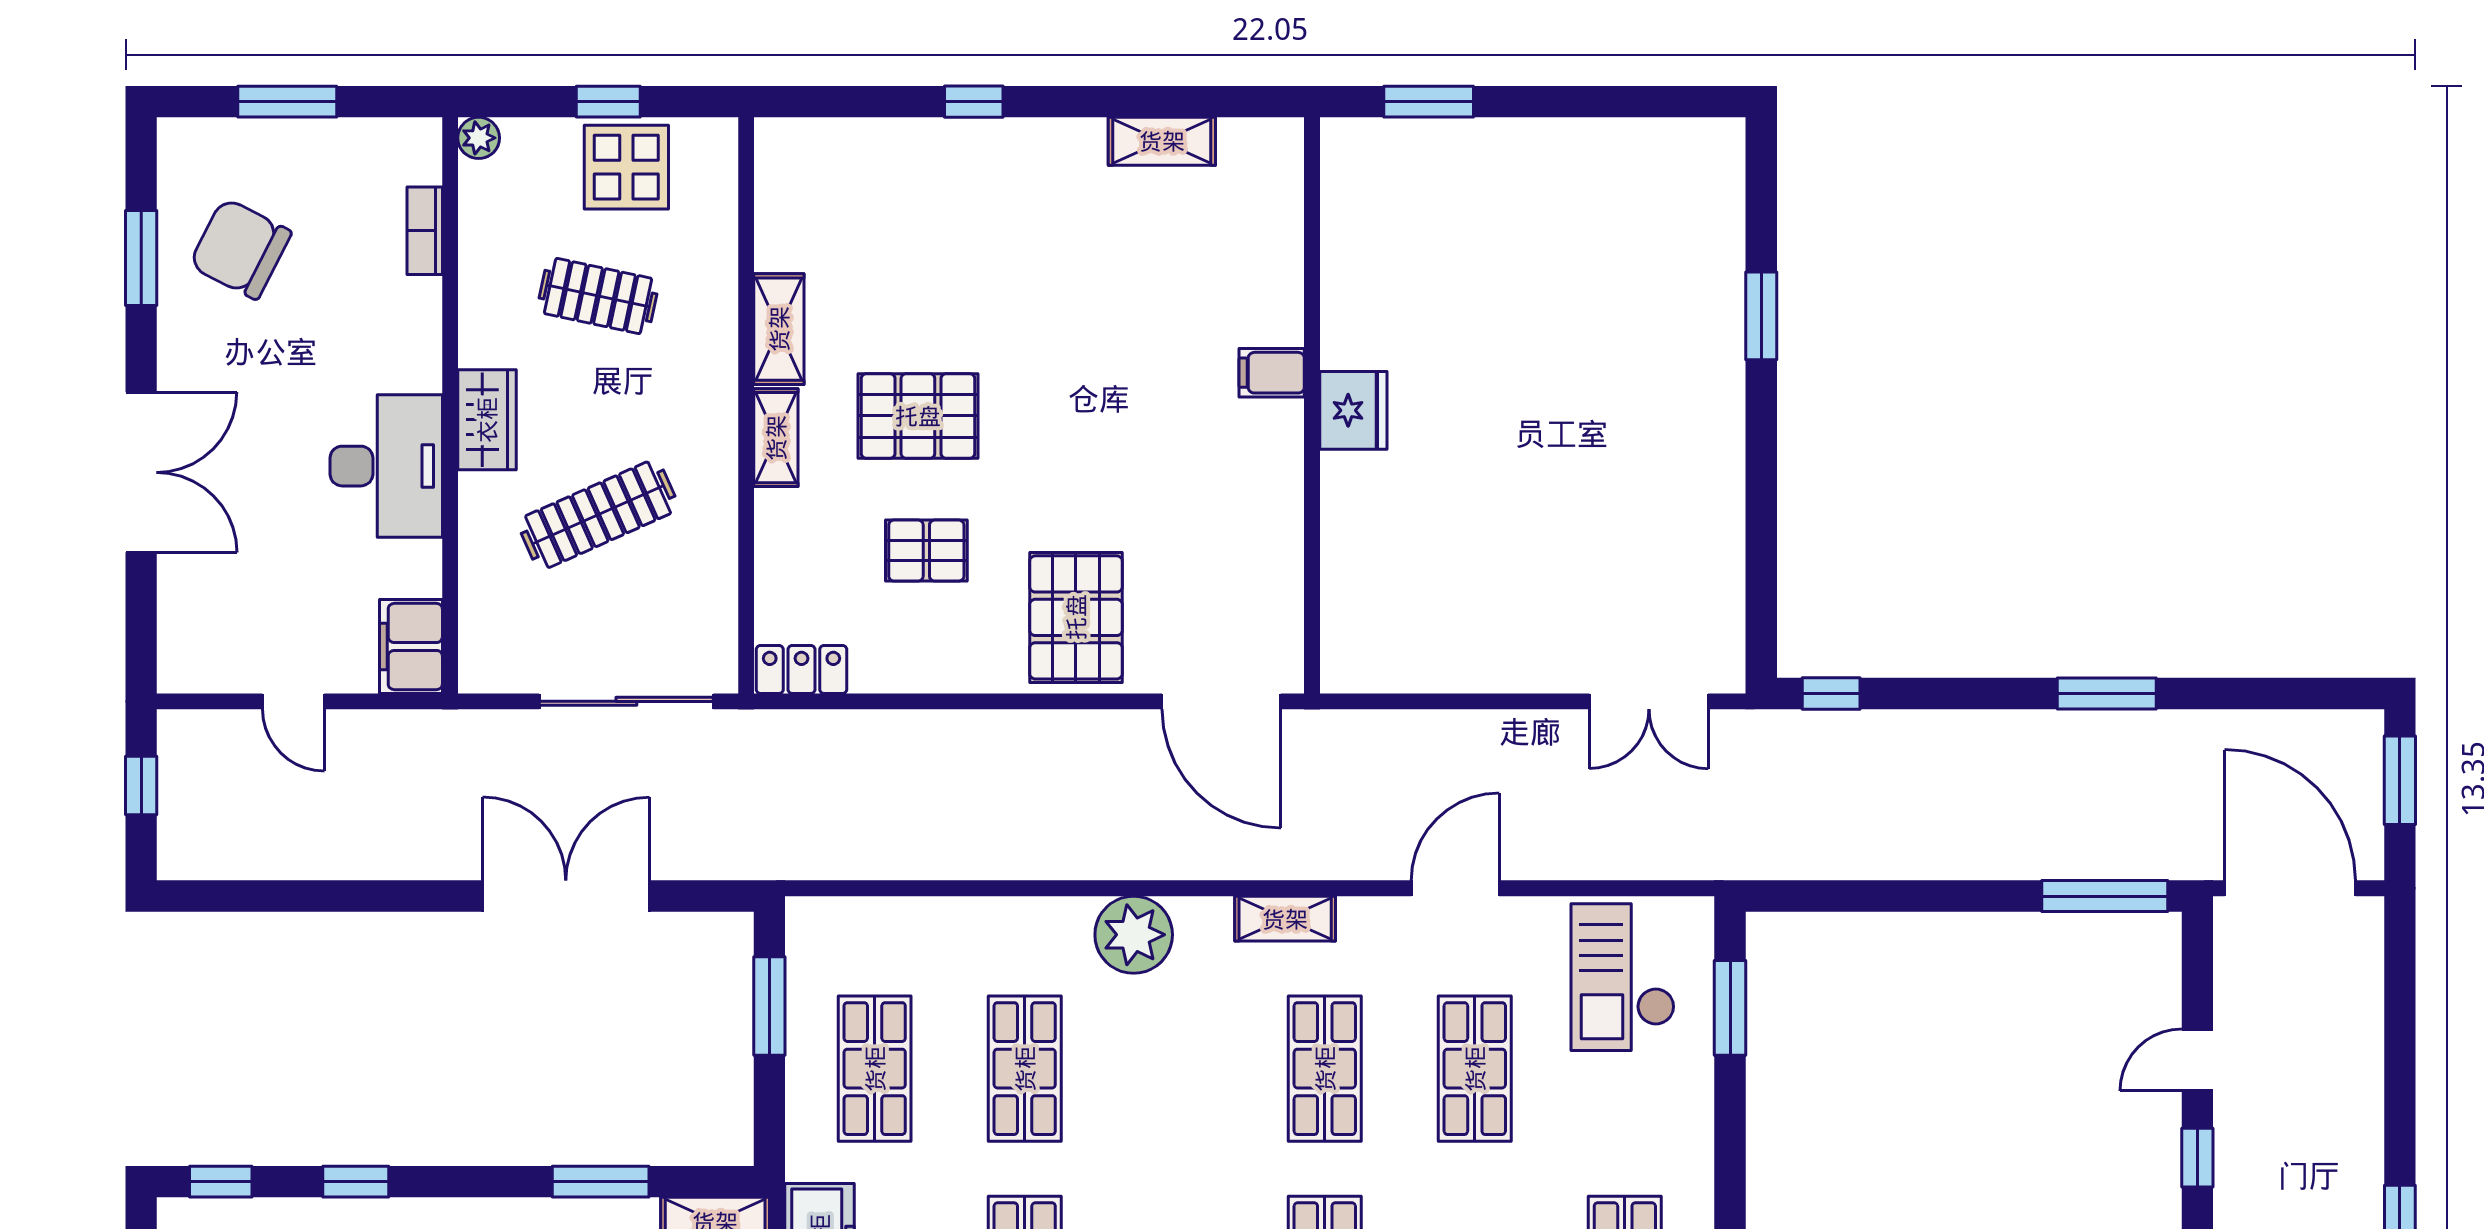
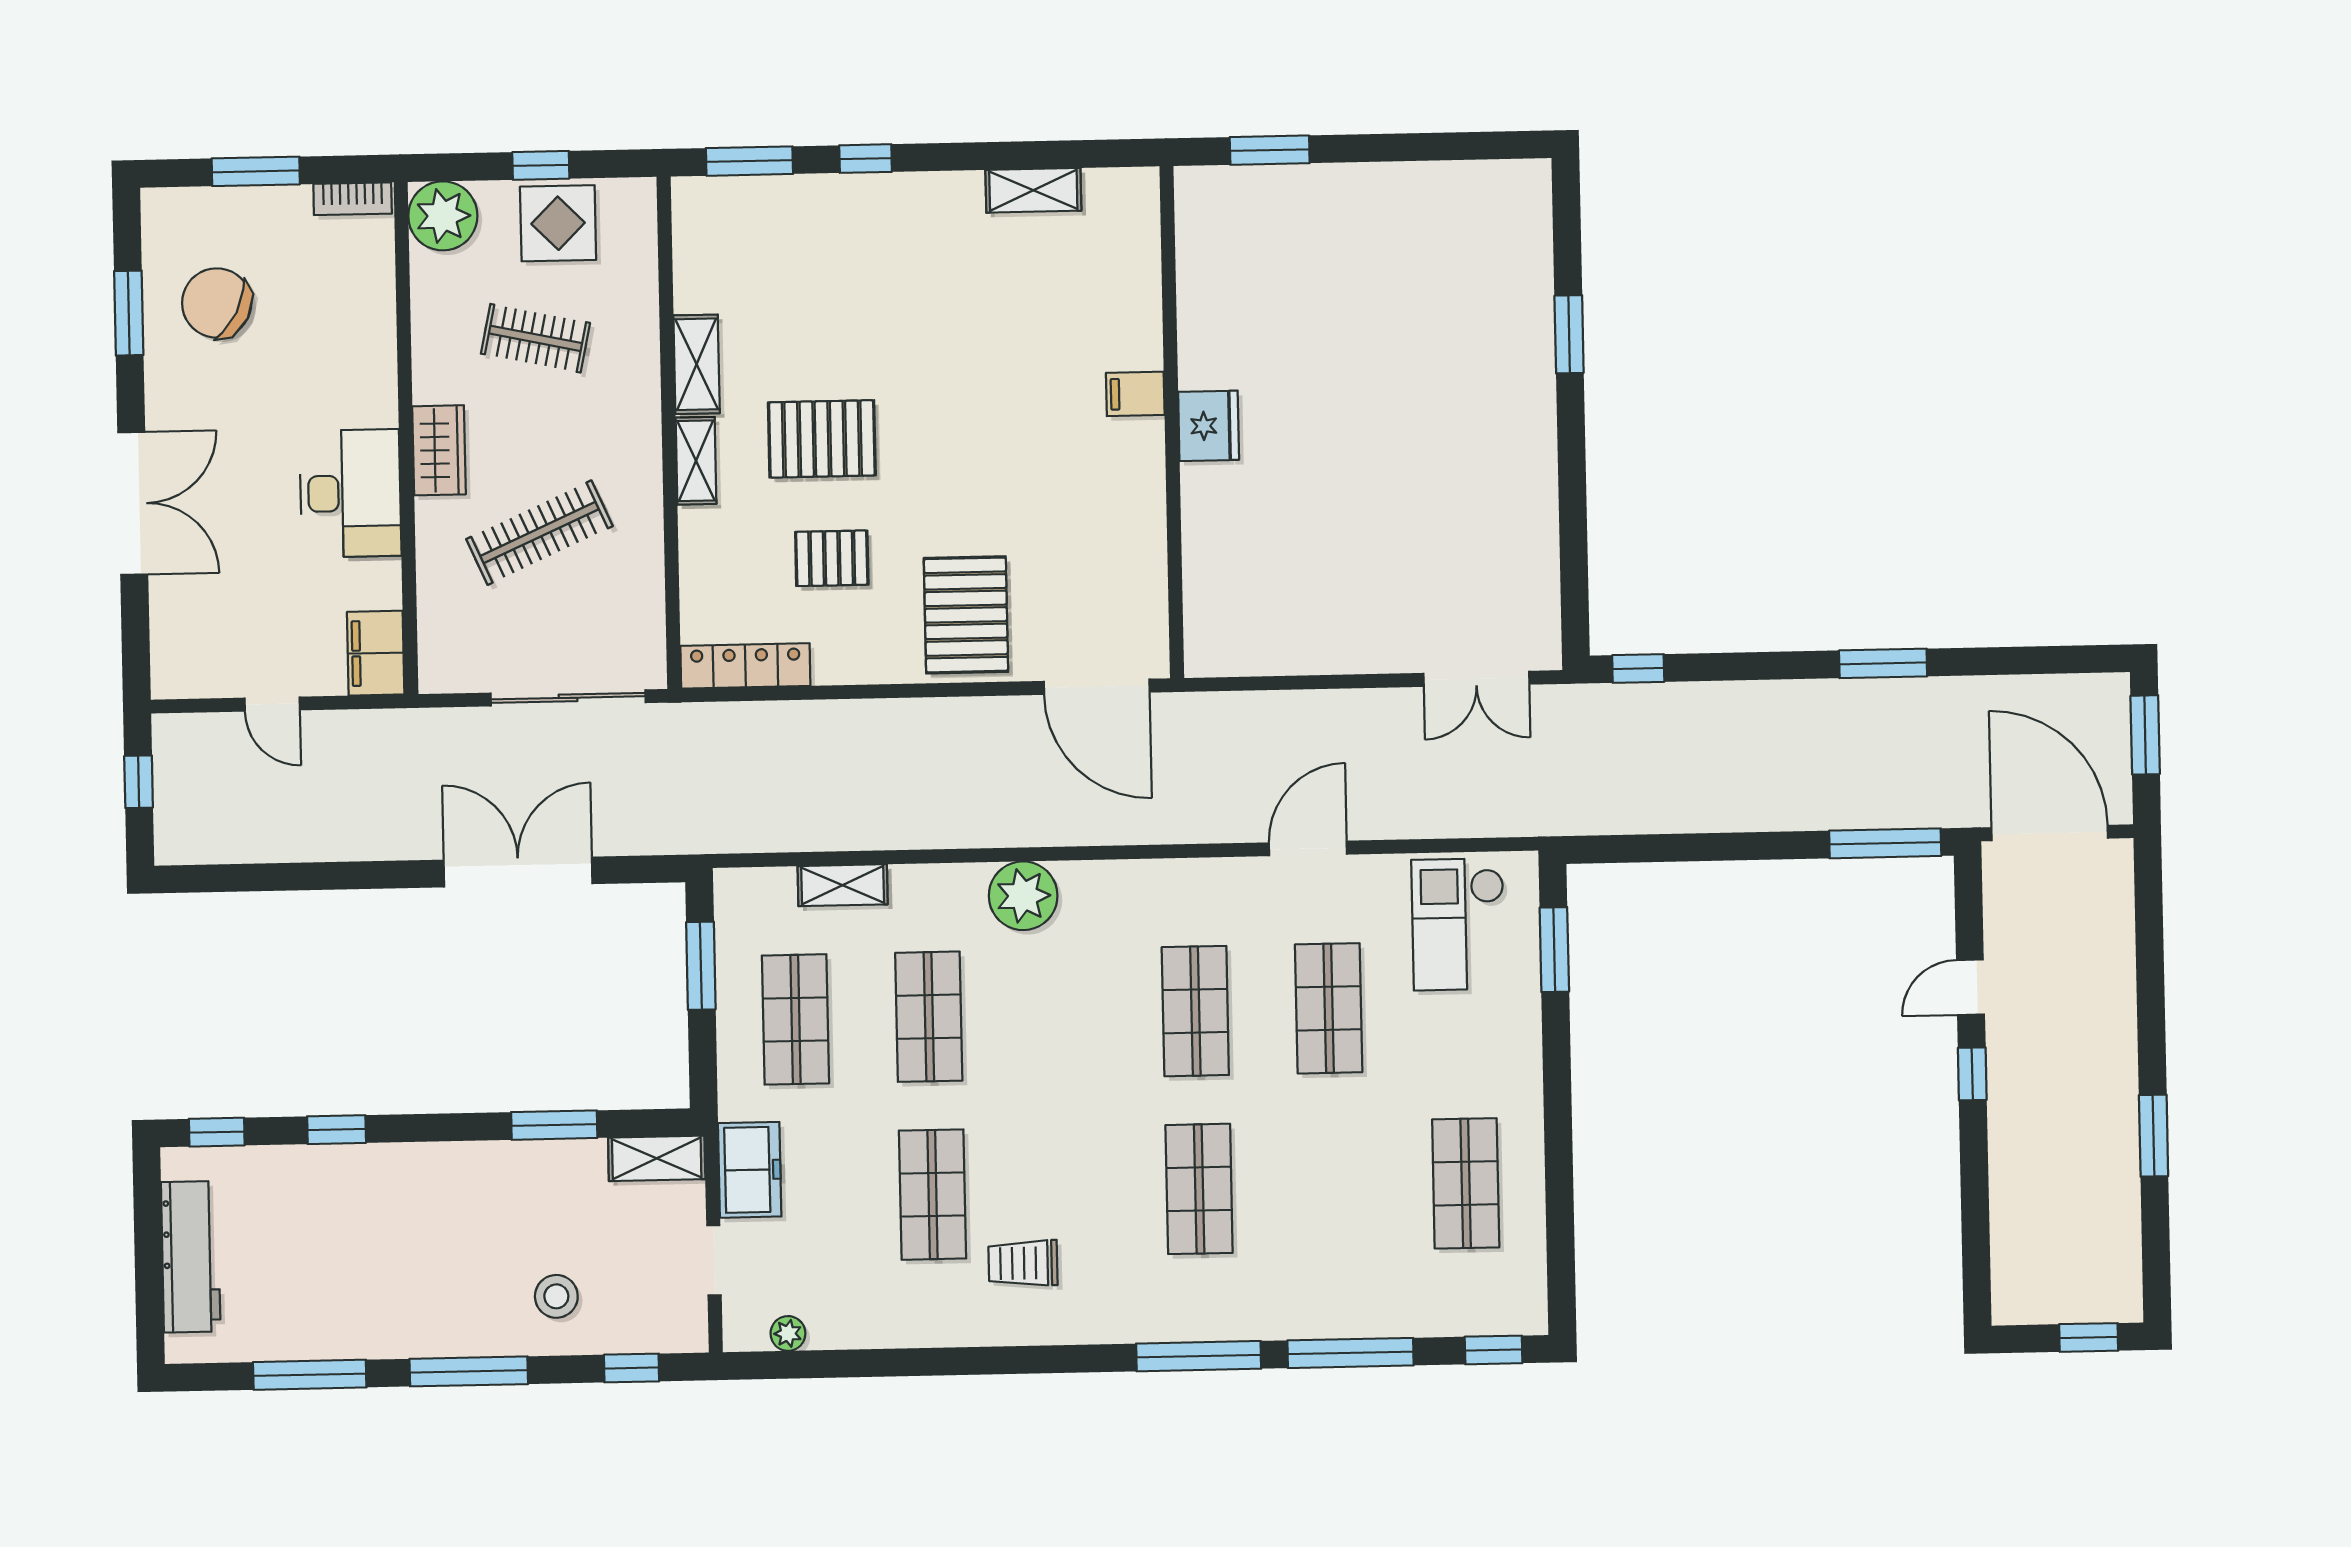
window: (843, 102) -> (749, 161), added
plant: (479, 138) -> (443, 216), width x1.88, depth x1.88
bookcase: (425, 231) -> (353, 199), moved, turned -90
locker: (802, 669) -> (745, 666), width x1.53
shelving: (1285, 919) -> (843, 885), moved

